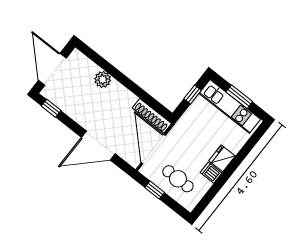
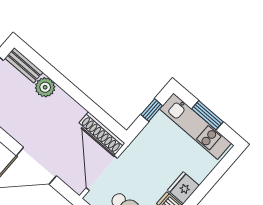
bench: (84, 62) -> (24, 65), added

